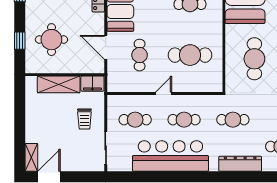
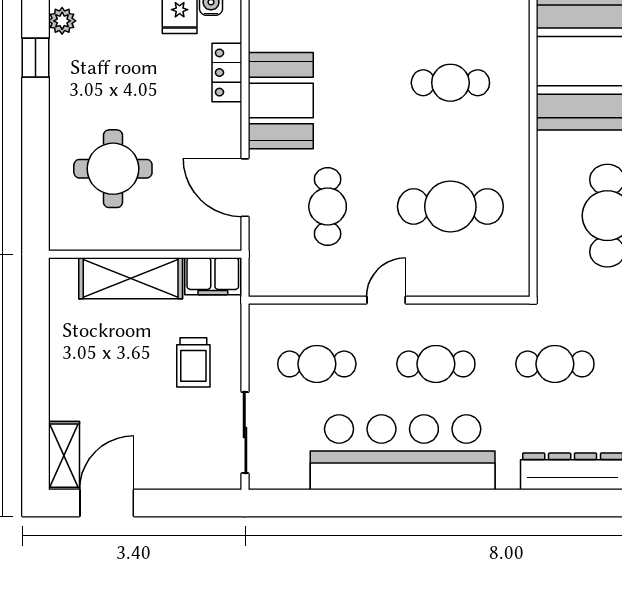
window: (20, 41) -> (36, 171), removed

